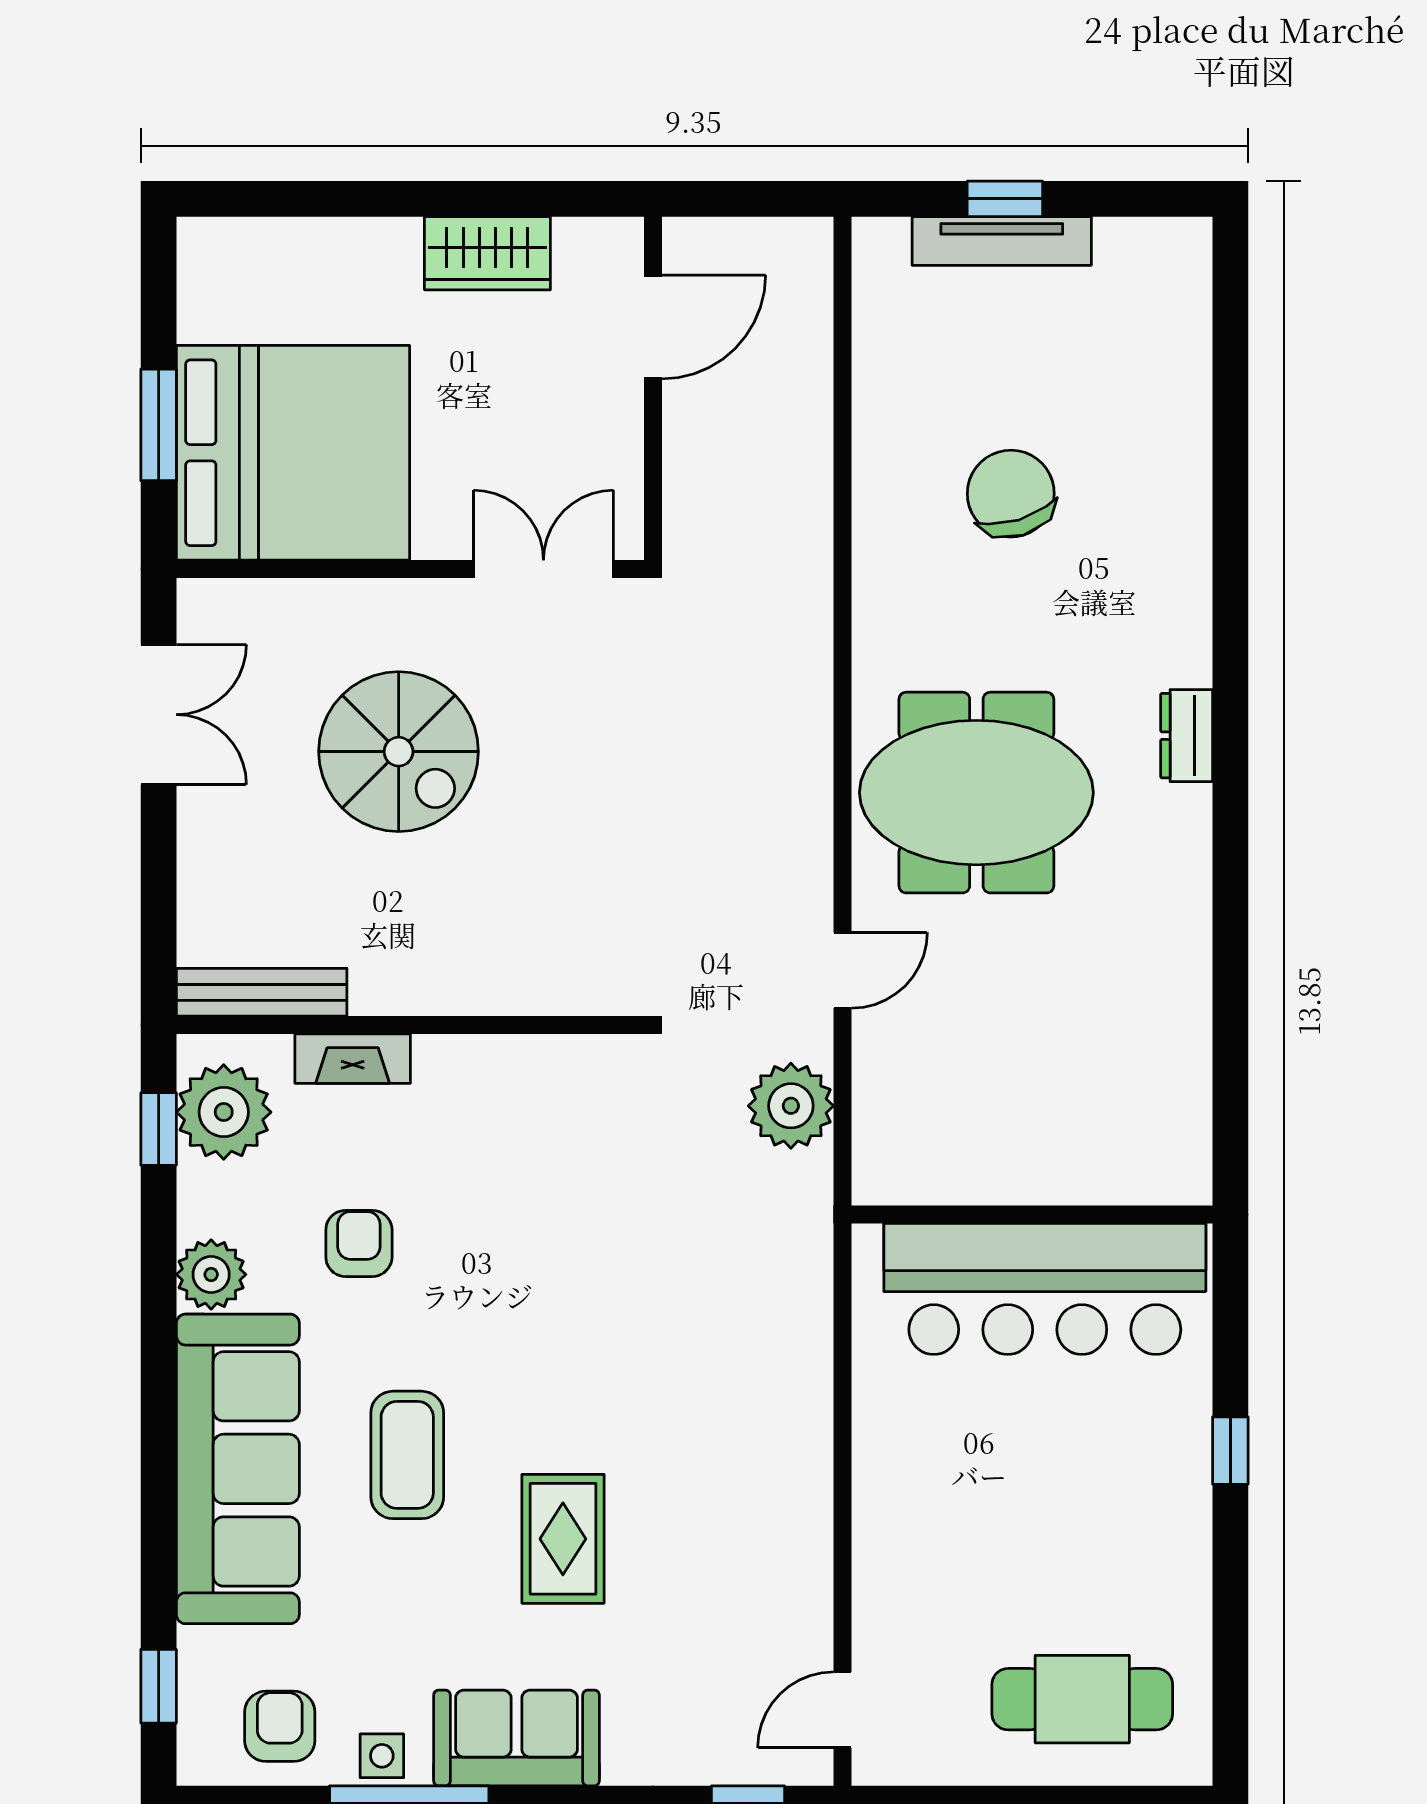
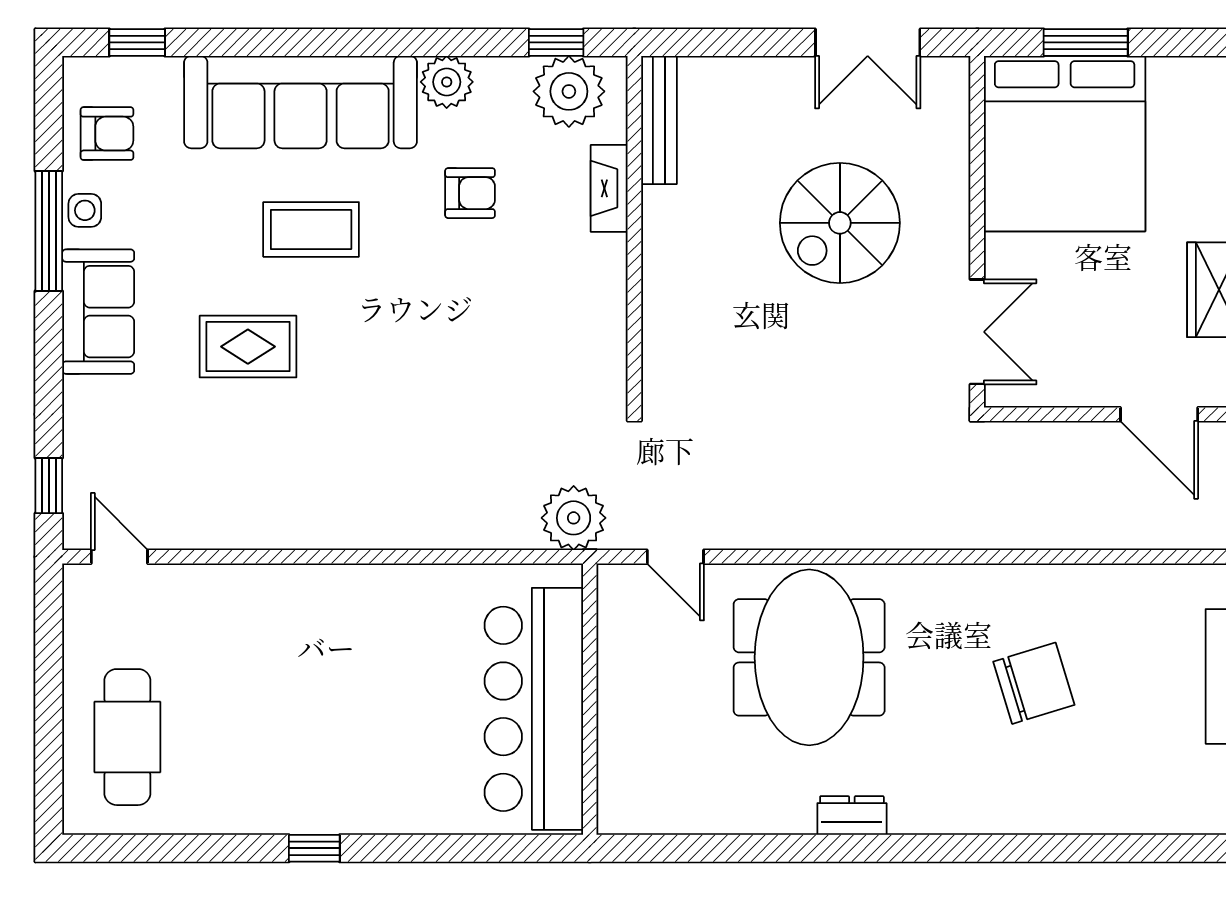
wall: (1032, 1214) -> (590, 699), moved
bar counter: (1045, 1289) -> (534, 709), moved

